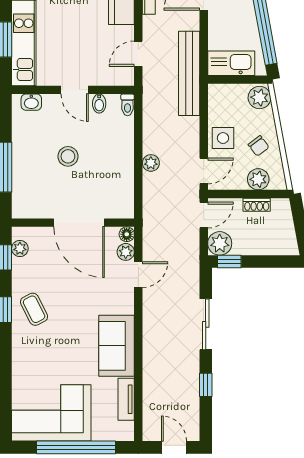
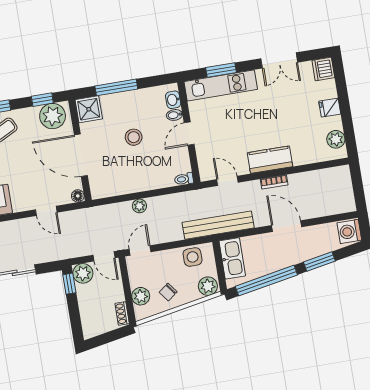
bidet: (99, 104) -> (174, 115), moved
side table: (223, 138) -> (193, 257), moved
door: (204, 171) -> (140, 250), swing flipped
shower: (26, 204) -> (89, 109), added
shoe rack: (257, 205) -> (122, 314), moved
door: (79, 223) -> (81, 155), hinge flipped
plant: (20, 248) -> (53, 116), width x1.88, depth x1.88
plant: (126, 252) -> (63, 197), removed

